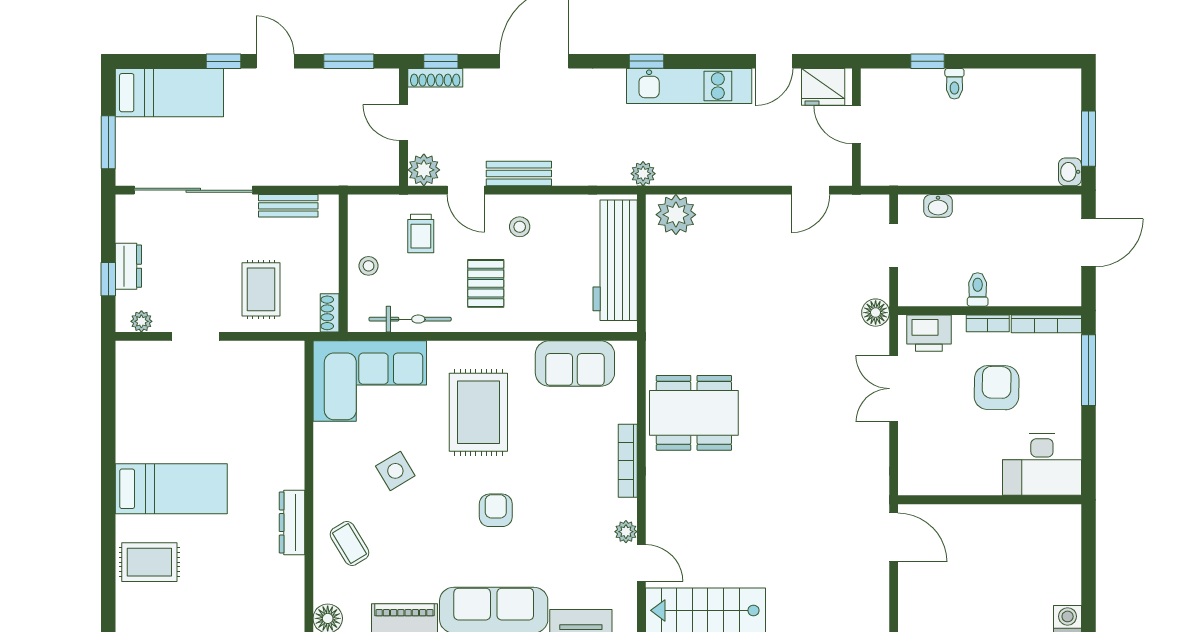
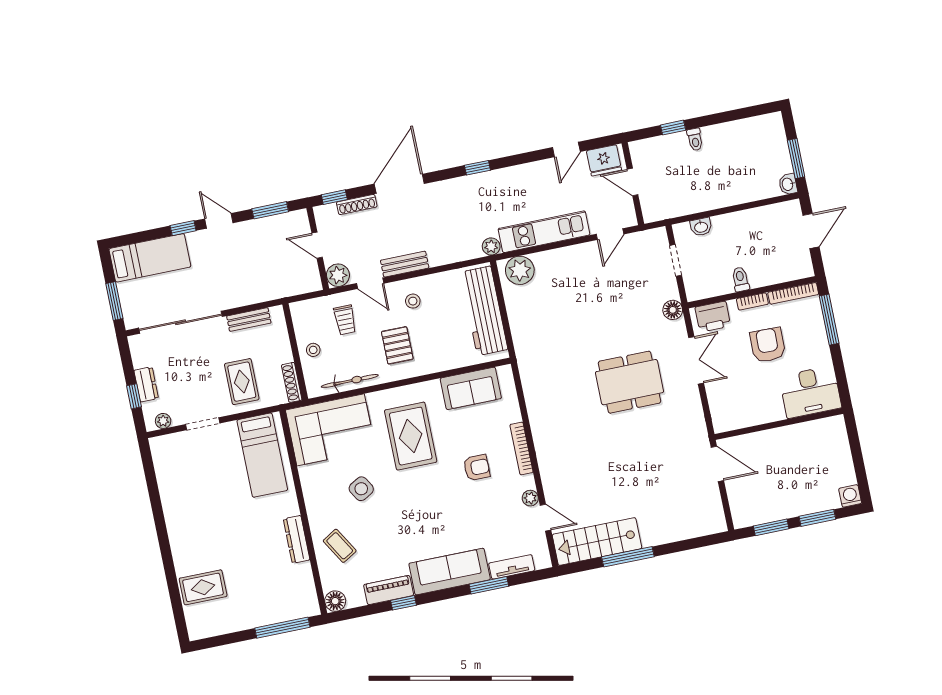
shoe rack: (435, 78) -> (357, 204), moved
kitchen unit: (689, 86) -> (544, 232), moved, turned 180
shoe rack: (330, 313) -> (292, 382), width x1.43
double door: (894, 389) -> (696, 360), swing flipped
dining table: (694, 413) -> (629, 382), moved
bed: (171, 489) -> (262, 455), moved, turned 90
armchair: (496, 510) -> (477, 468), moved, turned 90

